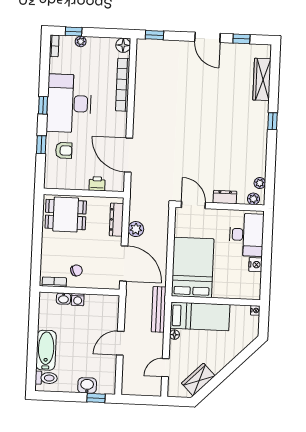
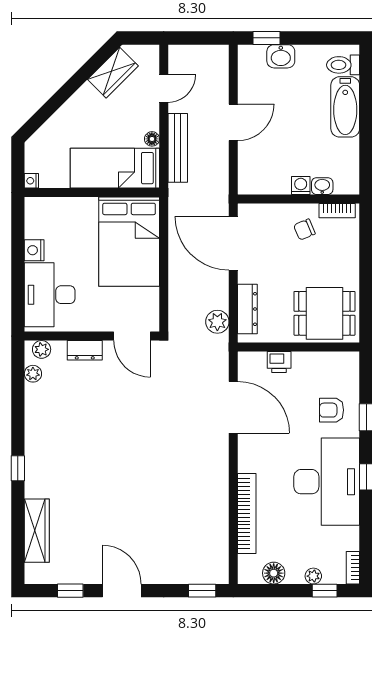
floor lamp: (123, 45) -> (274, 573), moved
plant: (136, 229) -> (217, 322), moved
bench: (159, 309) -> (178, 148), moved

